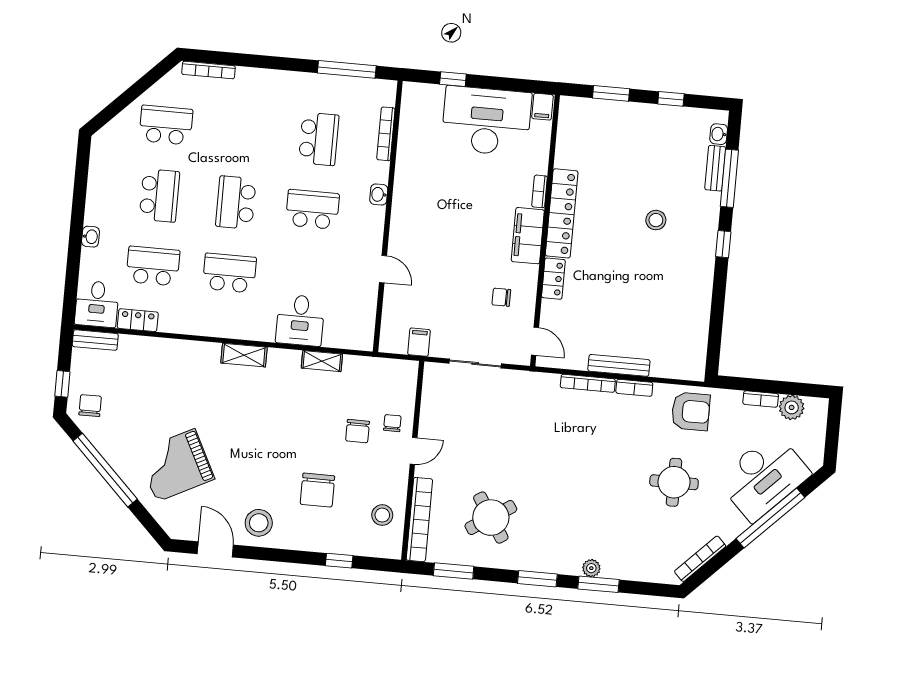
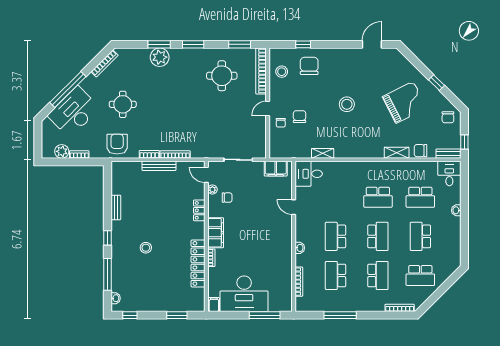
window: (347, 69) -> (340, 315), moved
window: (453, 79) -> (265, 315), width x2.17
window: (671, 99) -> (130, 315), moved
school desk: (242, 132) -> (378, 276), added
bench: (715, 168) -> (116, 207), moved
school desk: (312, 209) -> (335, 236), turned 90
locker: (562, 213) -> (198, 263), moved
plant: (526, 314) -> (212, 189), added
locker: (138, 320) -> (426, 167), removed
desk: (300, 320) -> (309, 174), moved, turned -90
filing cabinet: (419, 342) -> (276, 169), width x2.00
chair: (145, 350) -> (421, 151), added
shelving: (244, 355) -> (397, 153), moved
window: (62, 384) -> (464, 142), moved
armchair: (691, 411) -> (117, 144), turned 90
grand piano: (176, 465) -> (405, 102), moved
window: (105, 470) -> (436, 83), width x0.32
chair: (317, 490) -> (309, 66), moved
round table: (491, 518) -> (222, 76), turned 33
stool: (259, 523) -> (347, 104), moved
door: (215, 549) -> (372, 44), swing flipped
plant: (591, 568) -> (160, 57), width x1.88, depth x1.88

